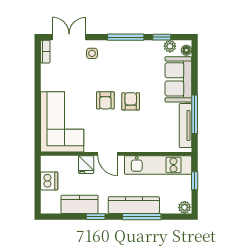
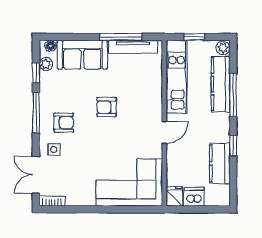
armchair: (105, 100) -> (64, 123), moved
fridge: (86, 165) -> (174, 196), moved, turned -90
kitchen counter: (134, 205) -> (221, 84), moved

